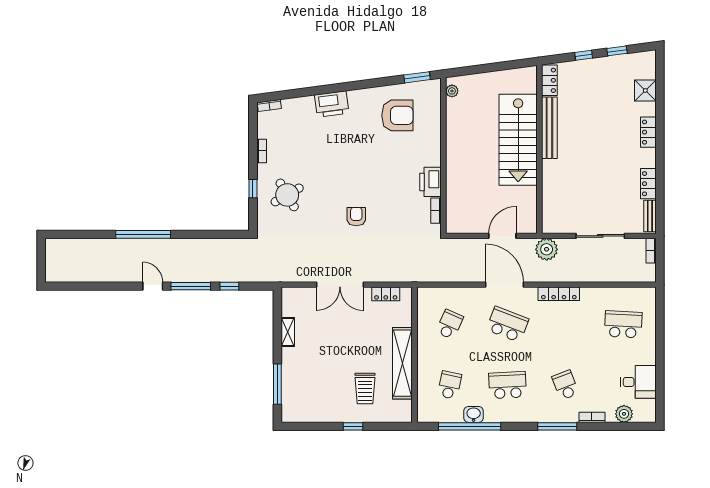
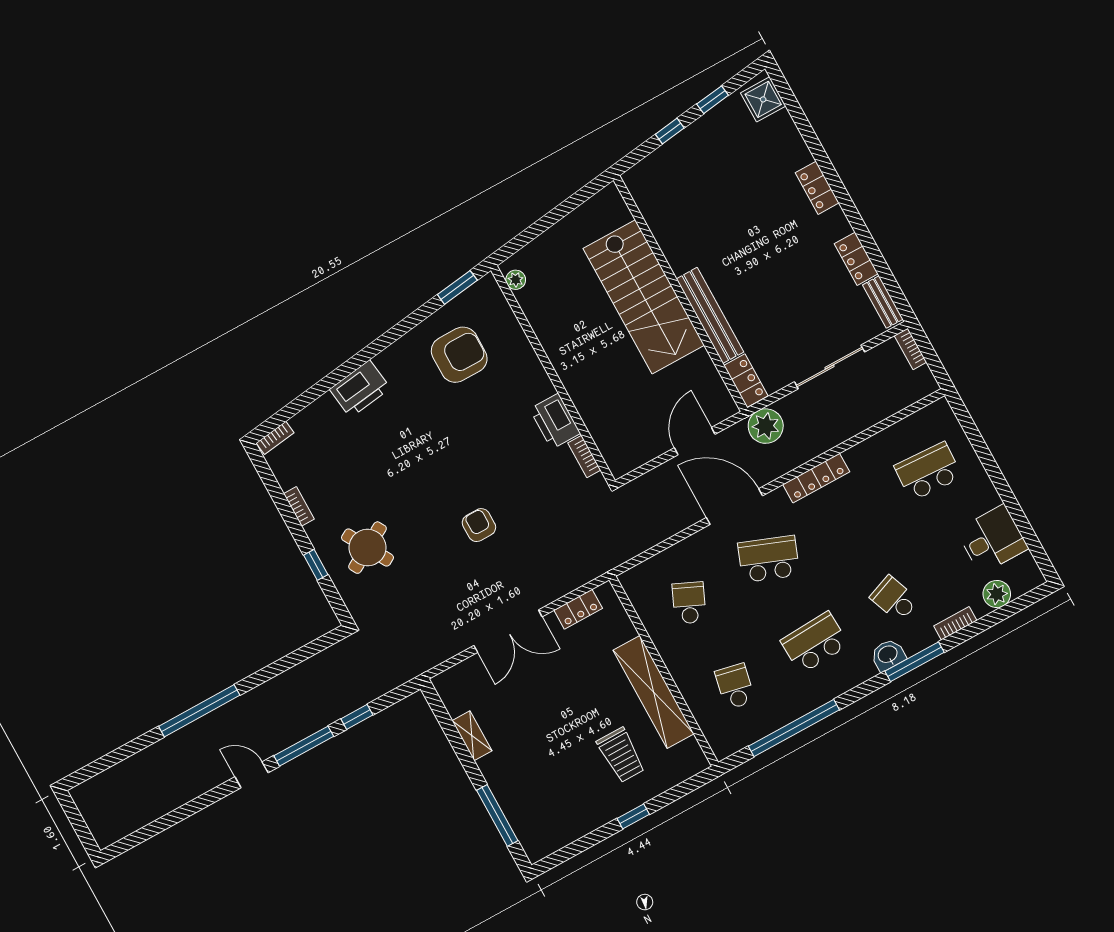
locker: (549, 80) -> (746, 381), moved
shower: (645, 90) -> (763, 99), moved
bench: (549, 128) -> (710, 315), moved
washbasin: (474, 414) -> (888, 655), moved

